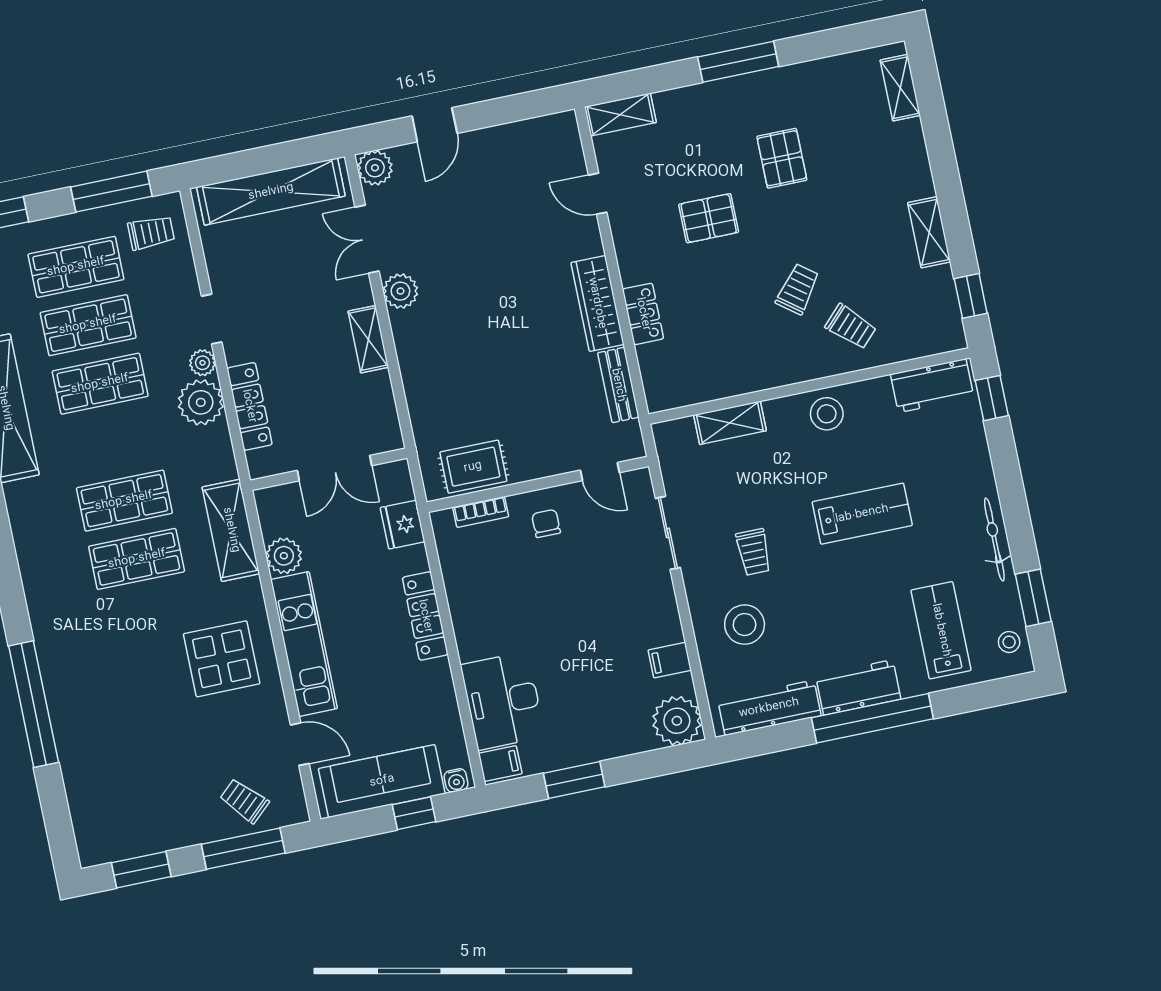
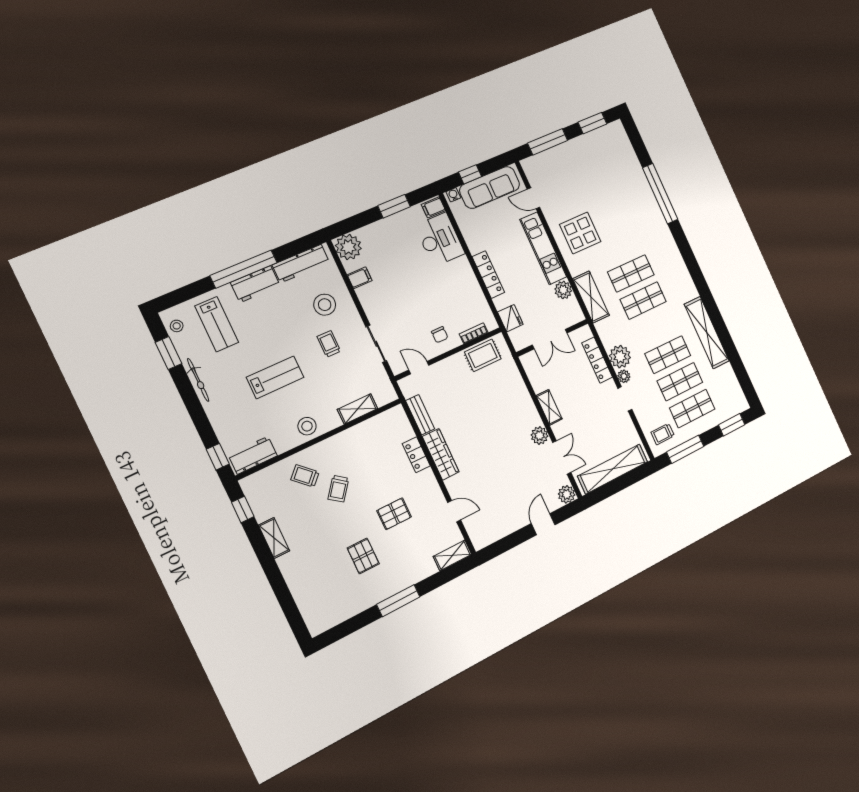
shelving: (900, 88) -> (308, 612), removed
double door: (335, 468) -> (550, 339), swing flipped
lab bench: (862, 514) -> (275, 377), turned 180
trolley: (244, 801) -> (553, 165), removed

